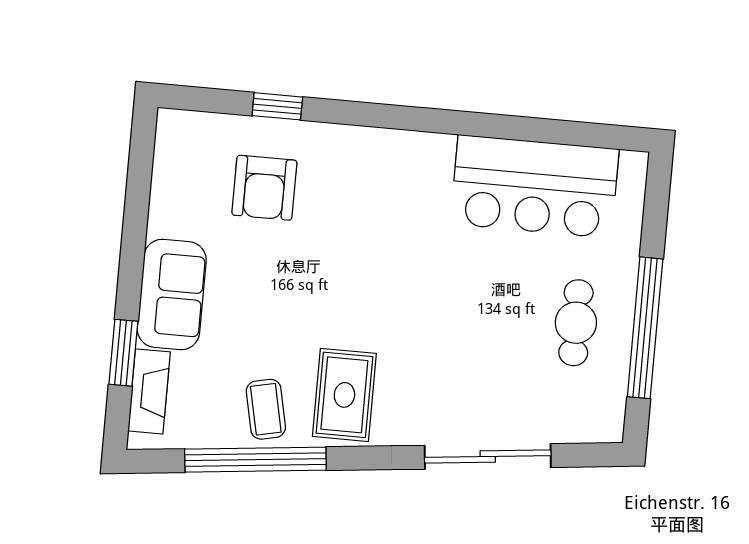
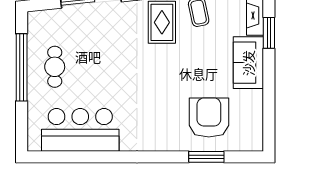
window: (277, 106) -> (206, 157), width x1.50
armchair: (264, 188) -> (209, 118), width x1.36, depth x1.36

